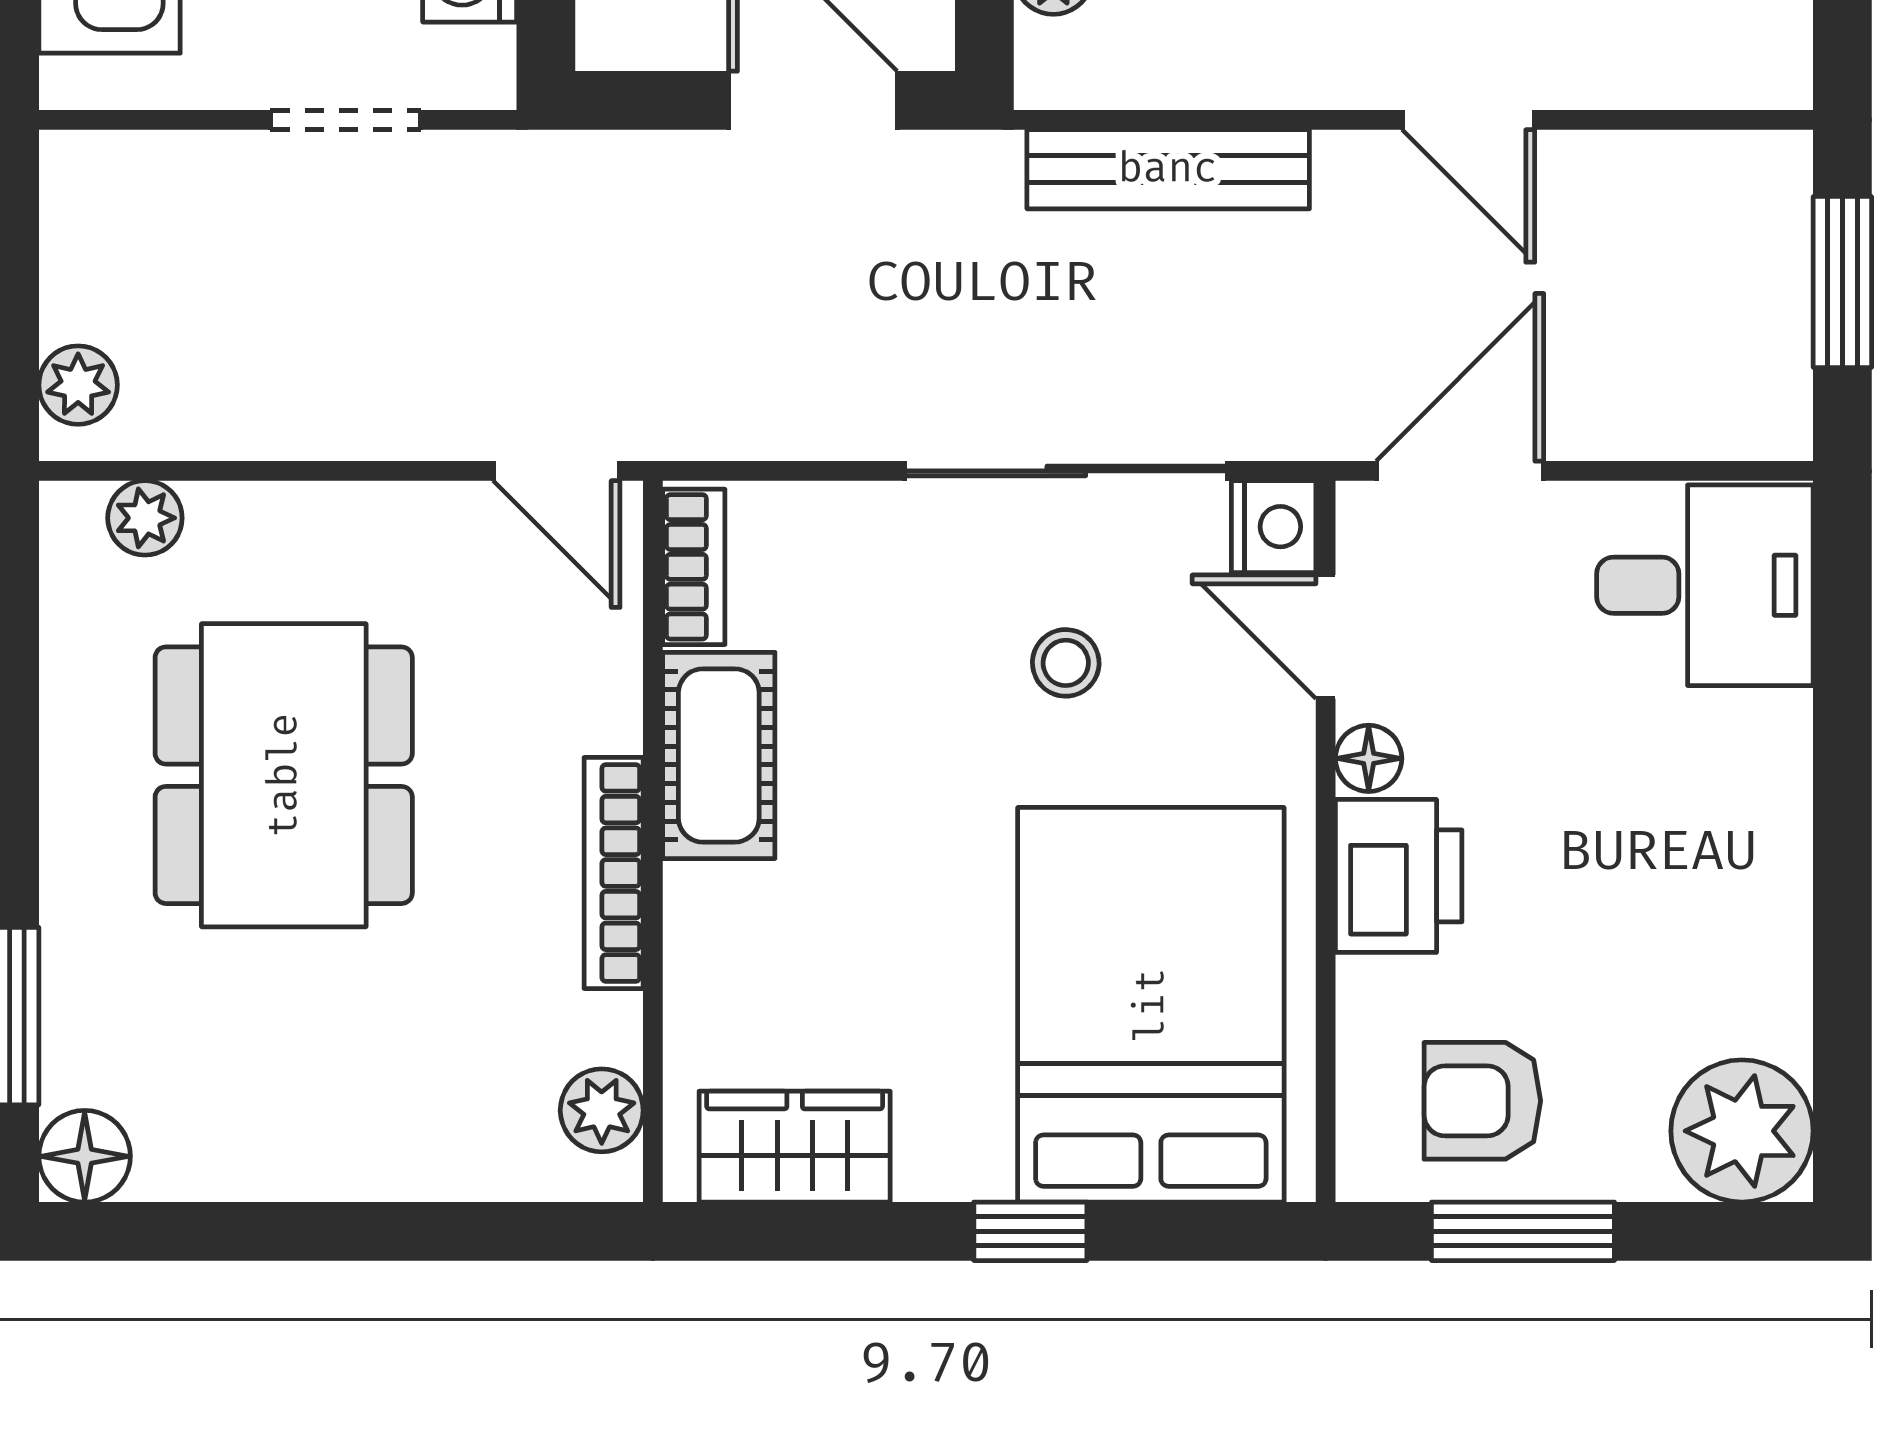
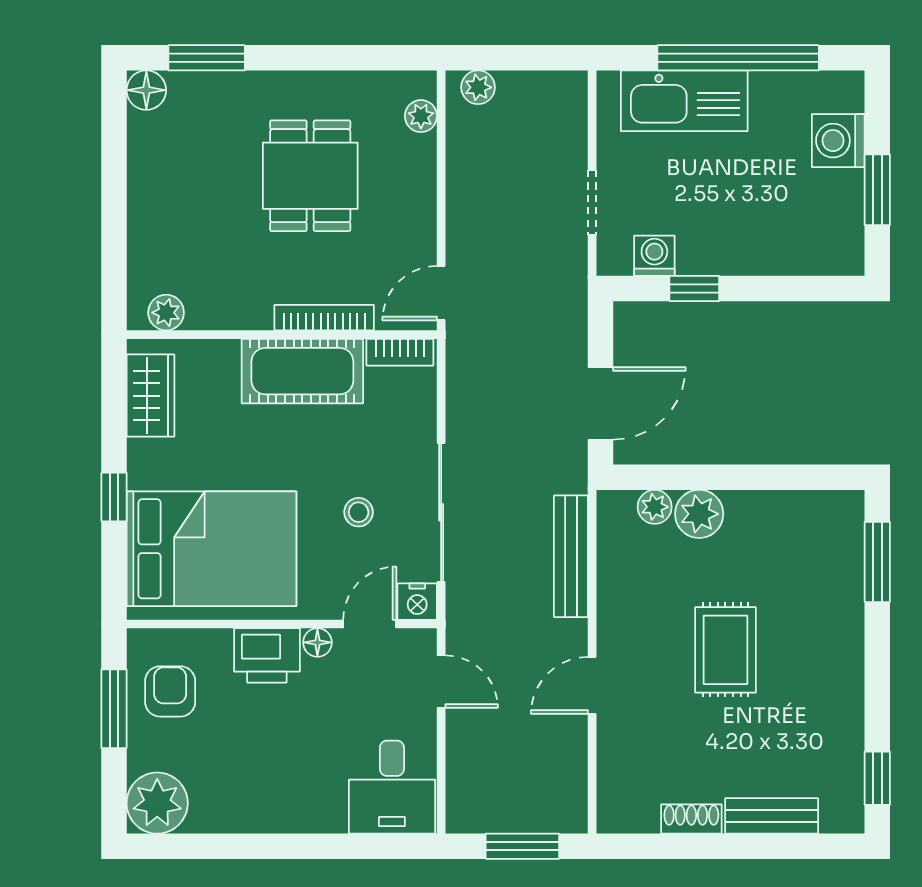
door: (1460, 471) -> (441, 682), width x0.73
cot: (719, 755) -> (302, 371), width x1.37, depth x1.34
dining table: (284, 775) -> (310, 176), width x0.73
bookcase: (614, 873) -> (324, 318), moved

